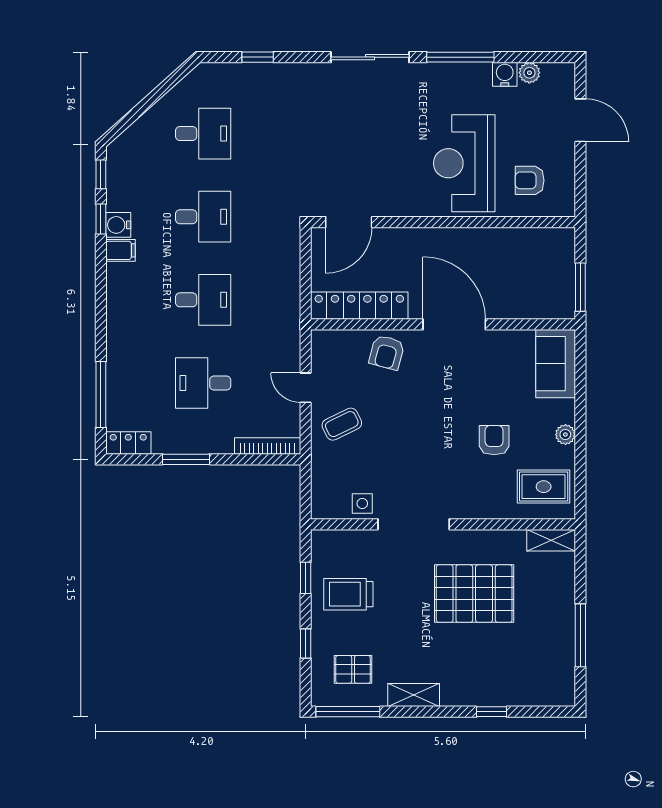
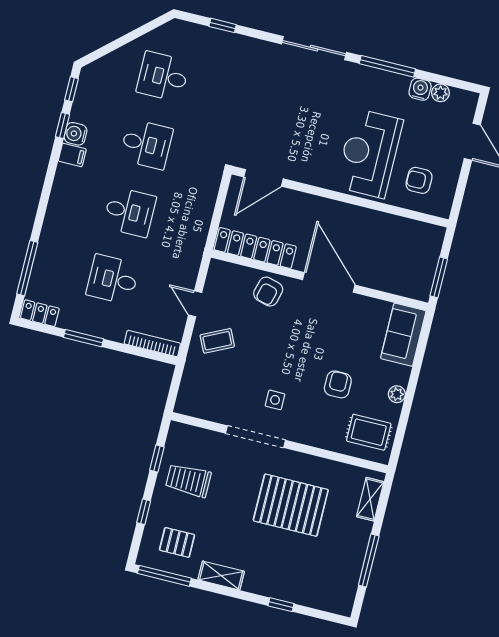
desk: (203, 134) -> (163, 77), turned 180
side table: (362, 504) -> (275, 400), moved
shelving: (551, 540) -> (370, 499), moved, turned 90

